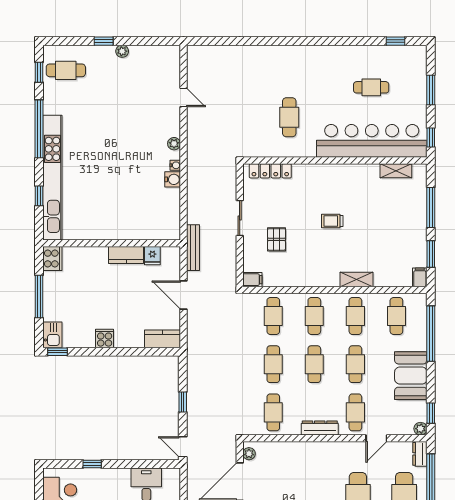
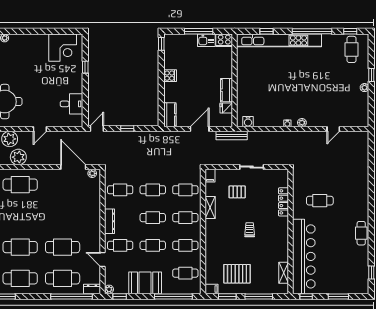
cafe table: (371, 87) -> (361, 233), moved
locker: (270, 171) -> (284, 202), moved
water cooler: (173, 179) -> (248, 122), moved
pallet: (397, 240) -> (237, 274), added
shelving: (356, 280) -> (210, 208), moved
kitchen sink: (52, 335) -> (206, 40), moved

